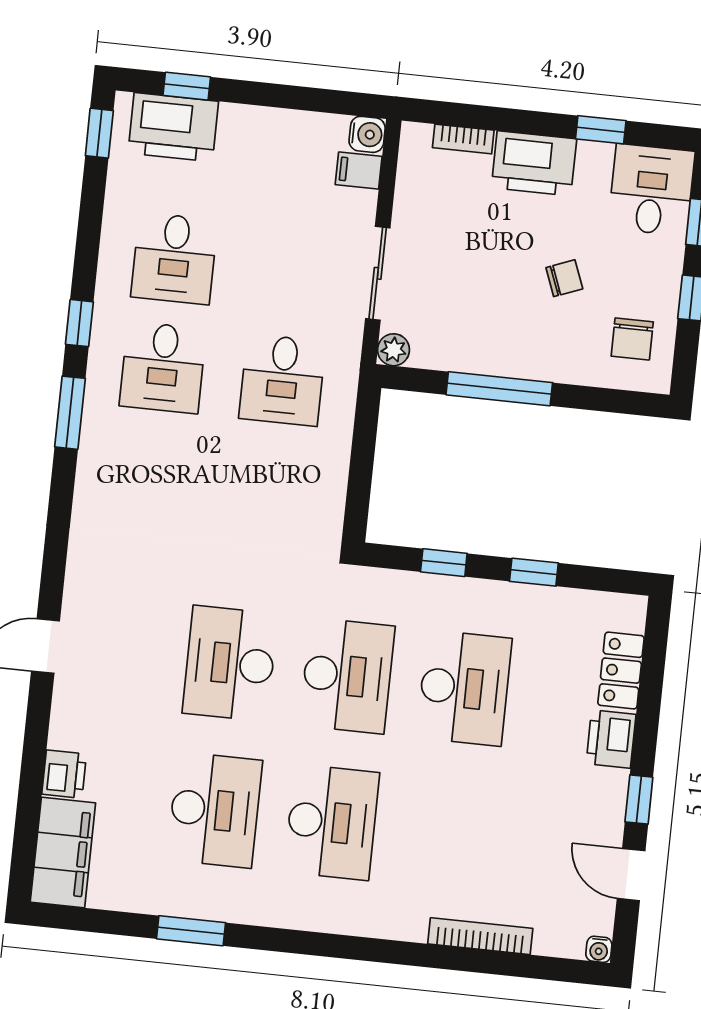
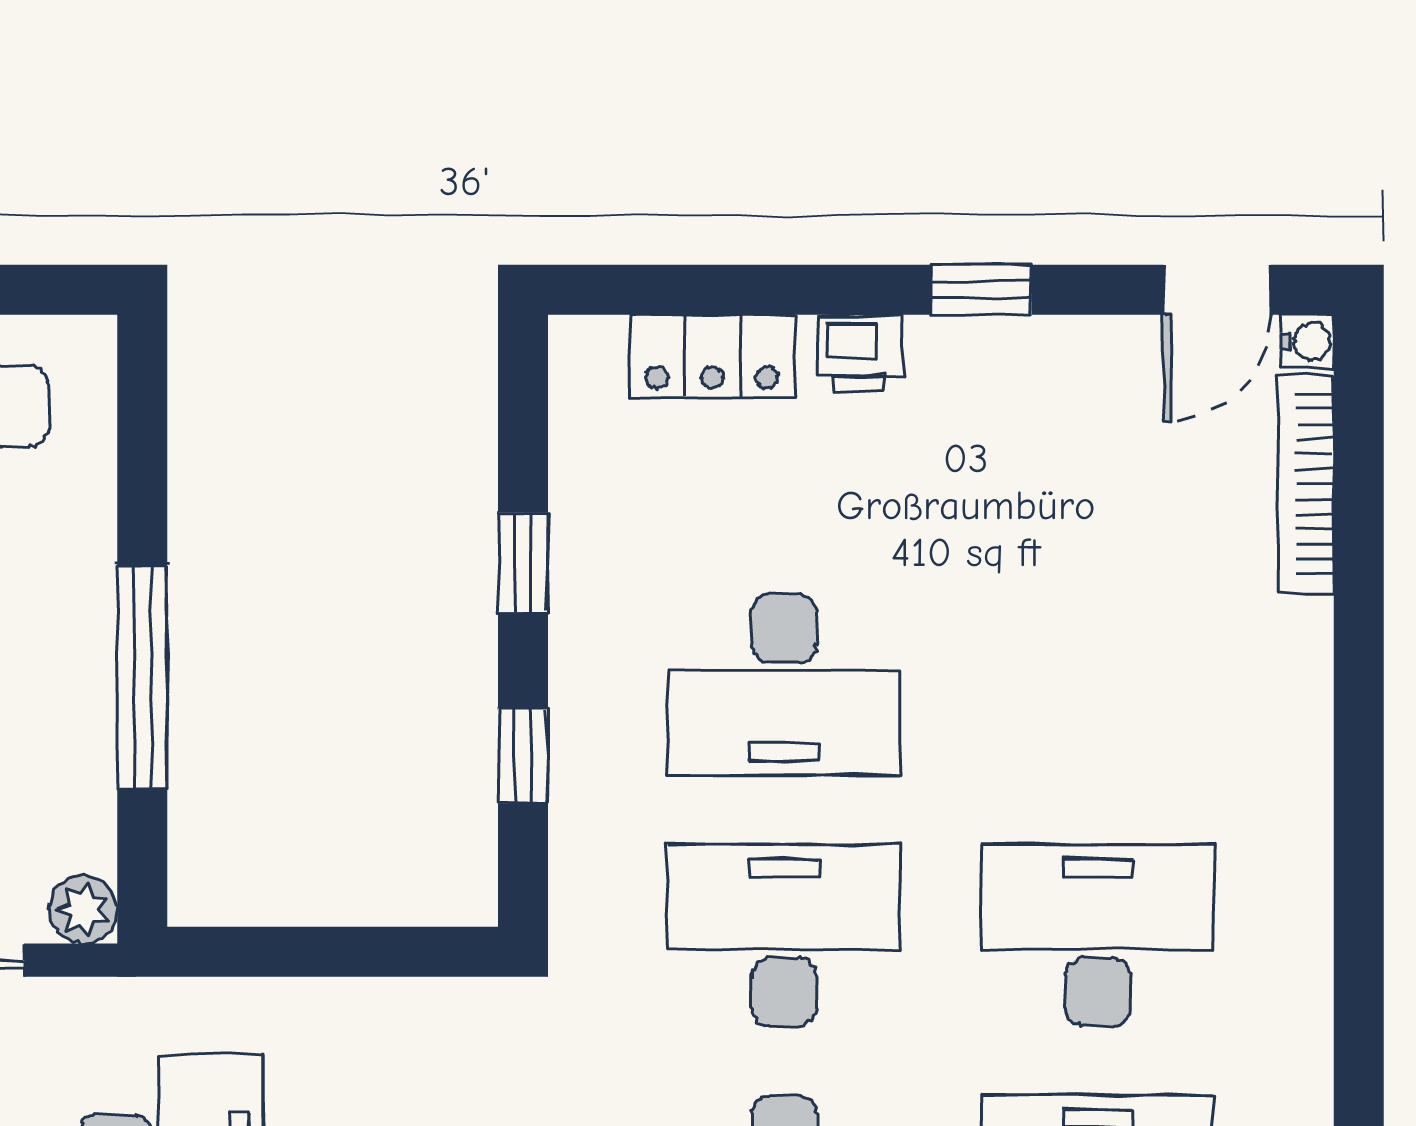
desk: (464, 688) -> (784, 685), turned 180
printer: (611, 739) -> (859, 353), width x0.73, depth x0.81
door: (631, 875) -> (1217, 290), moved
bookcase: (480, 936) -> (1306, 484), moved

